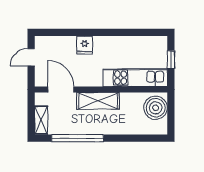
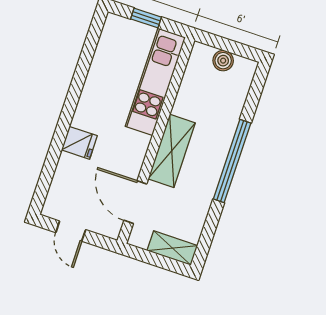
door: (61, 89) -> (135, 202), hinge flipped
boiler: (156, 108) -> (223, 61), width x0.54, depth x0.54
window: (78, 138) -> (232, 161), moved

